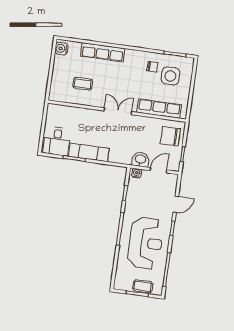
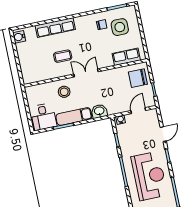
coffee table: (83, 84) -> (63, 56), moved
row of seats: (159, 109) -> (126, 57), width x0.68
stool: (88, 123) -> (64, 92), added
washbasin: (141, 159) -> (99, 111), moved

